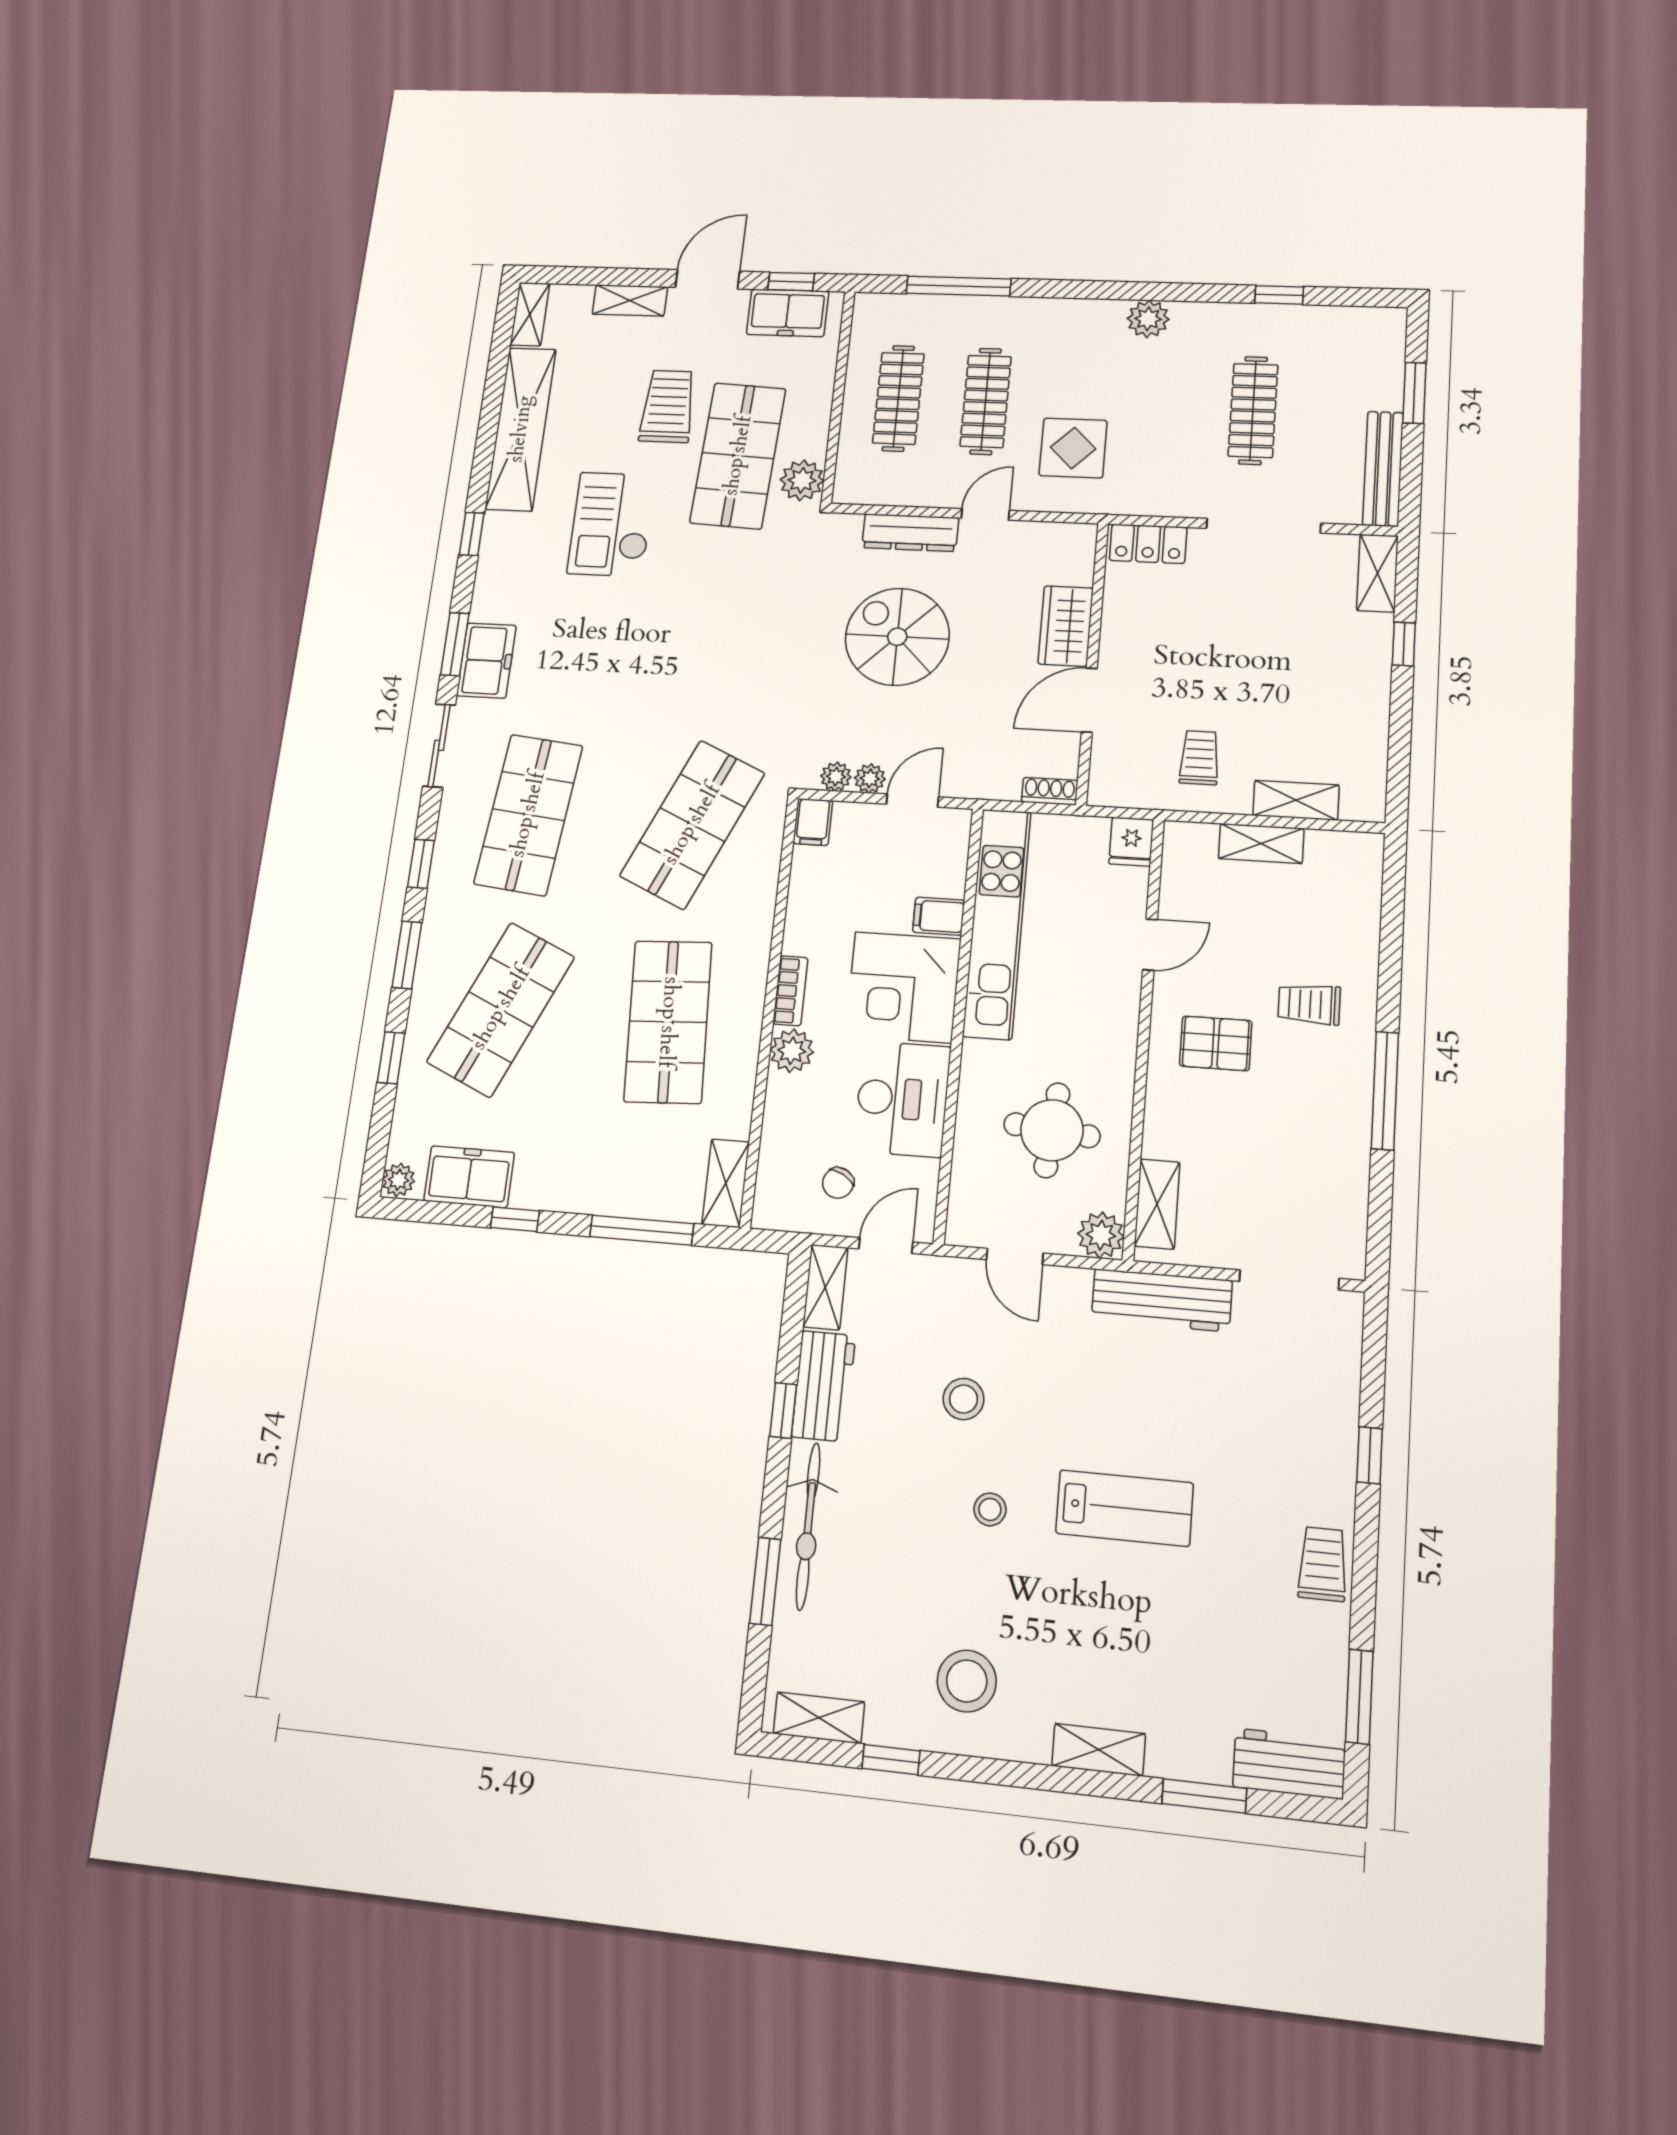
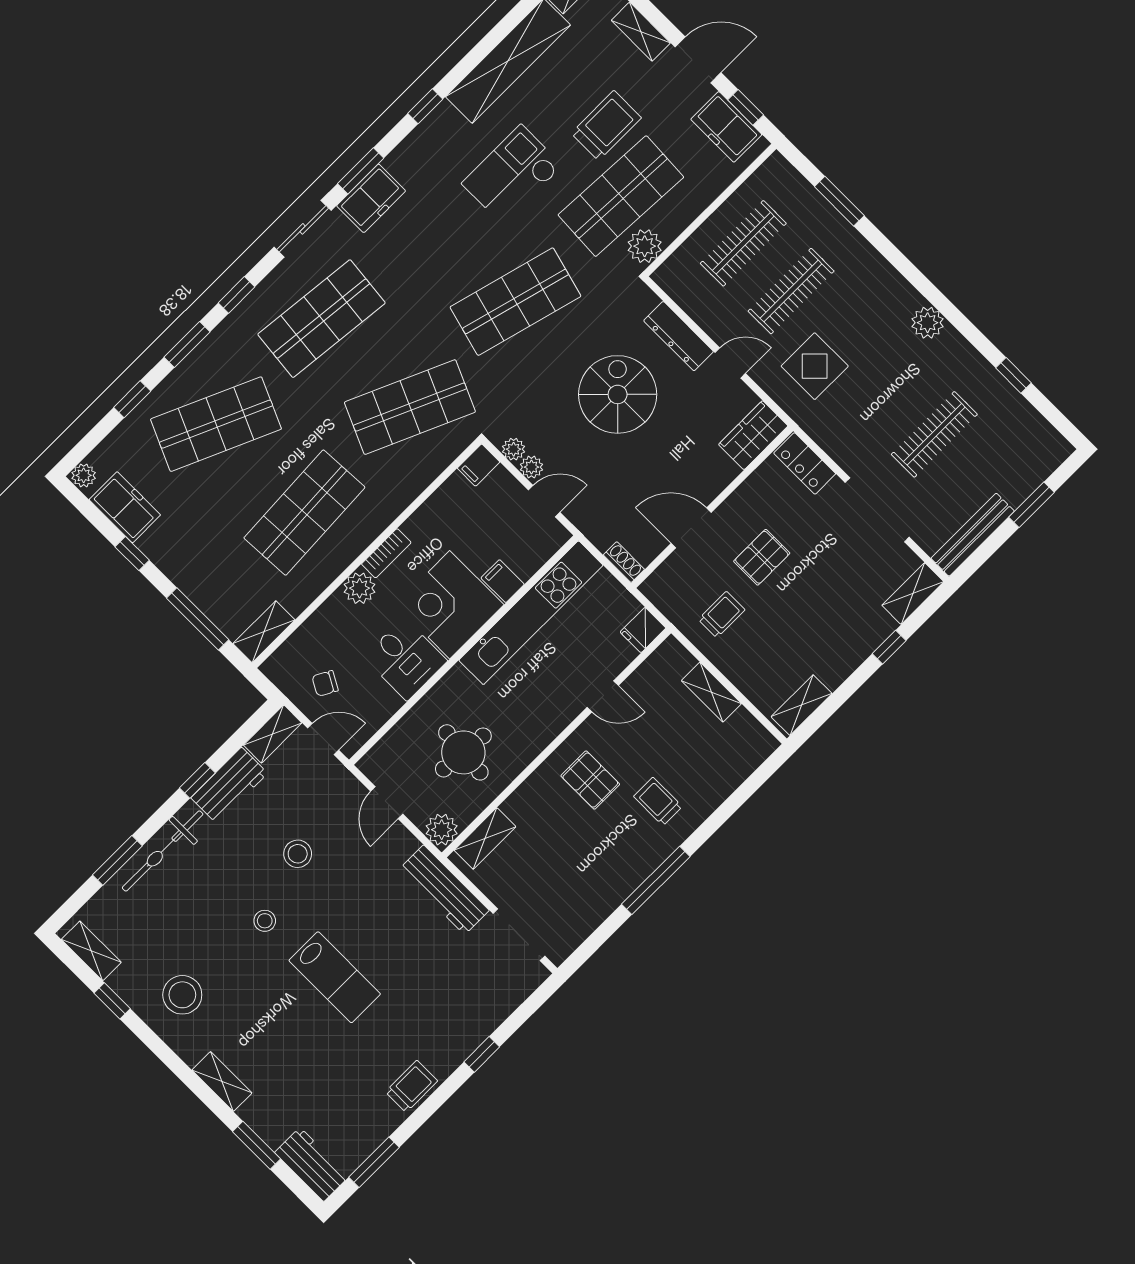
window: (959, 286) -> (839, 201), width x0.69
wardrobe: (1066, 626) -> (753, 435), moved
shop shelf: (716, 636) -> (515, 302), added
pallet: (1189, 668) -> (762, 557), added
shelving: (1296, 800) -> (802, 705), moved, turned 90
desk: (902, 1099) -> (405, 659), width x0.73

